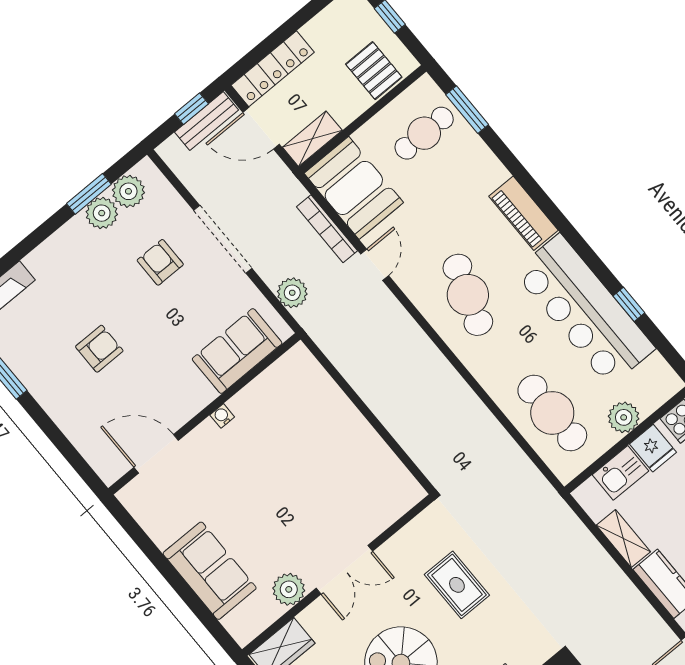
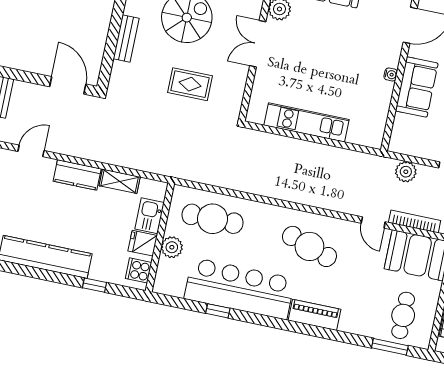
sofa: (237, 351) -> (417, 87), moved
kitchen unit: (360, 437) -> (306, 122), added

